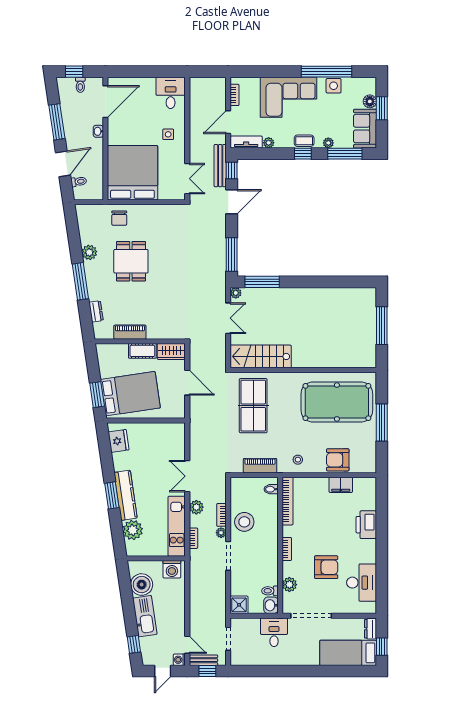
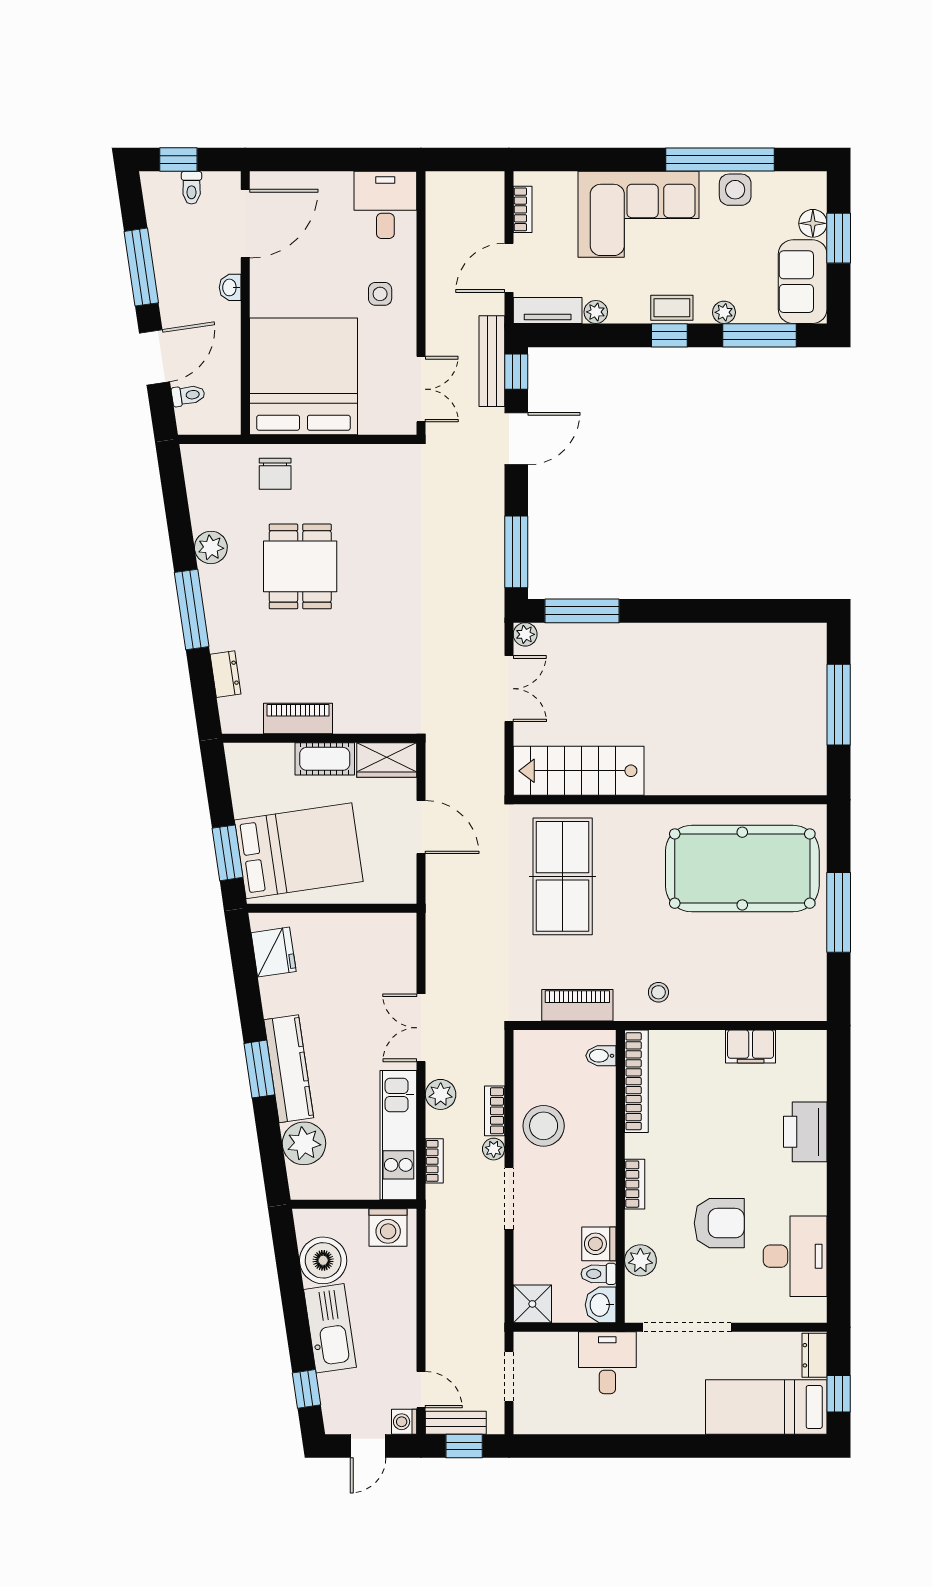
armchair: (338, 460) -> (744, 993), removed
washing machine: (270, 577) -> (599, 1244), added

